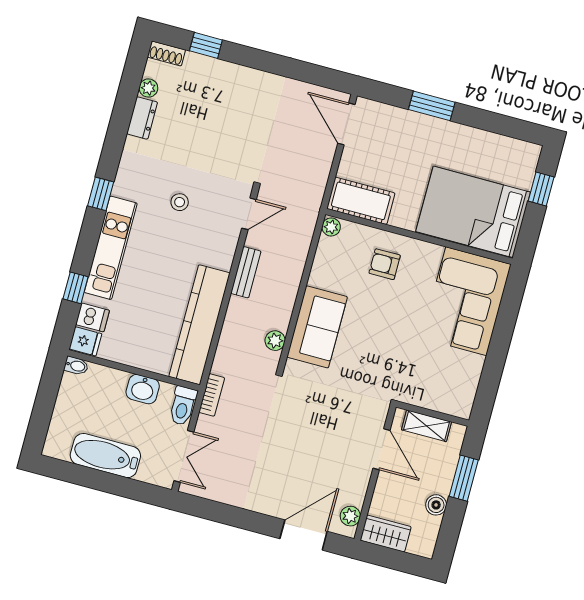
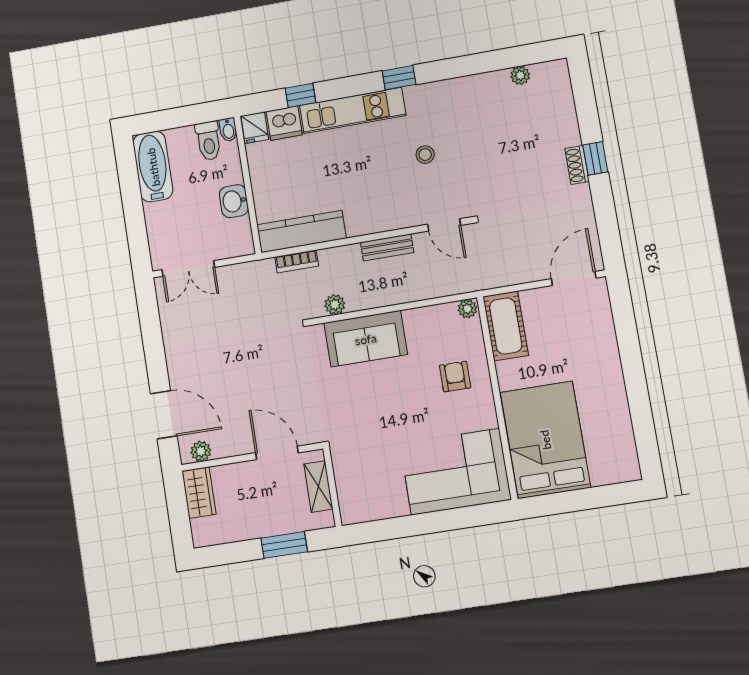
window: (206, 45) -> (595, 158), moved
shoe rack: (166, 53) -> (577, 165), moved
window: (432, 106) -> (630, 353), removed
dresser: (142, 118) -> (489, 83), removed
window: (541, 189) -> (599, 497), removed
dishwasher: (93, 317) -> (284, 123), width x1.38
kitchen counter: (199, 325) -> (302, 232), width x0.72, depth x0.86
bookcase: (212, 395) -> (297, 261), moved
toilet: (183, 406) -> (208, 141), moved, turned -90
door: (381, 449) -> (277, 453), swing flipped
bathtub: (105, 456) -> (153, 167), moved
boiler: (436, 505) -> (247, 529), removed

